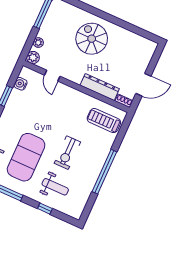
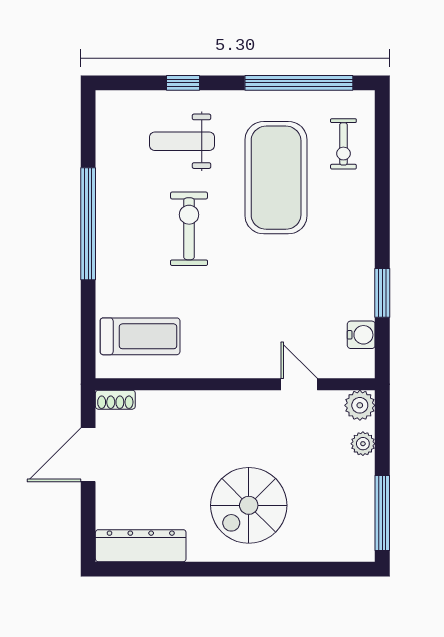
spiral stairs: (92, 39) -> (249, 505), turned 90
dresser: (100, 87) -> (141, 546), moved, turned 180

